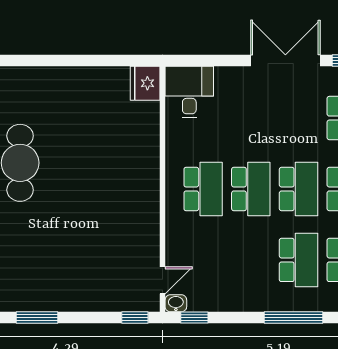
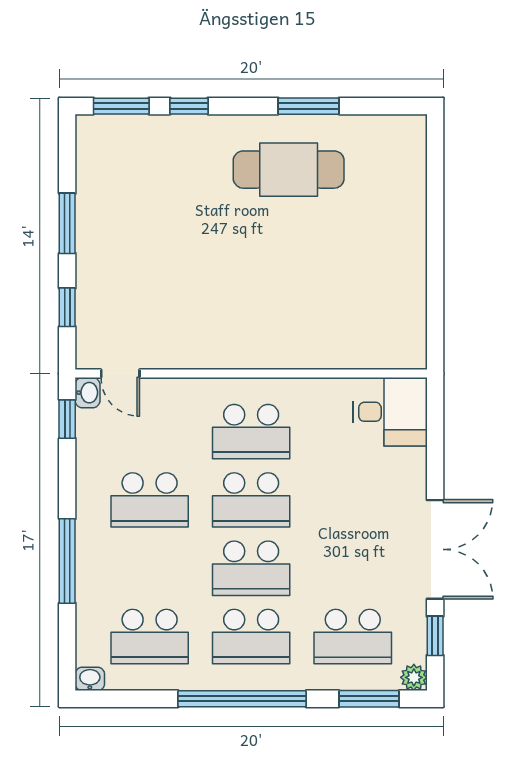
fridge: (145, 83) -> (403, 349), removed
school desk: (299, 260) -> (150, 500), moved
window: (37, 318) -> (67, 223), moved
window: (135, 318) -> (67, 307), moved

